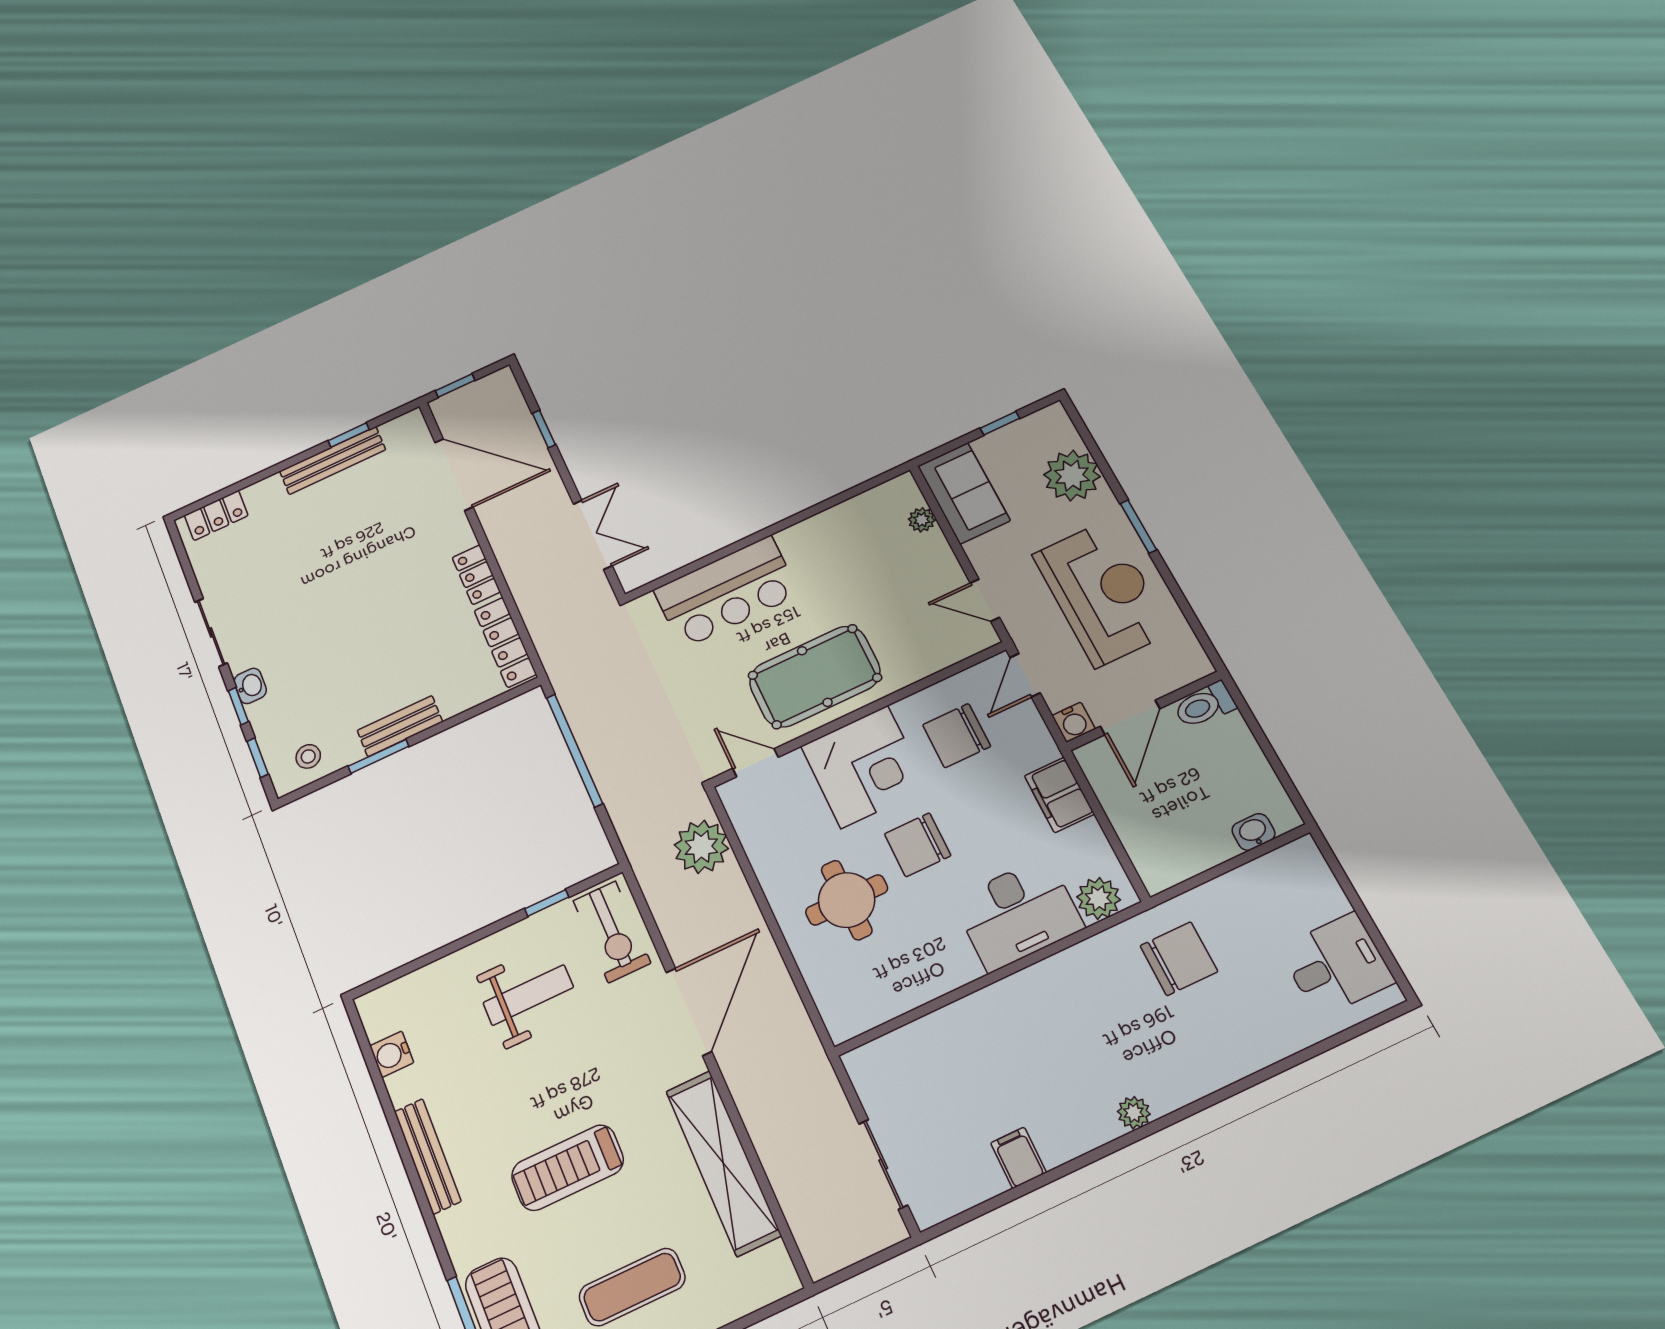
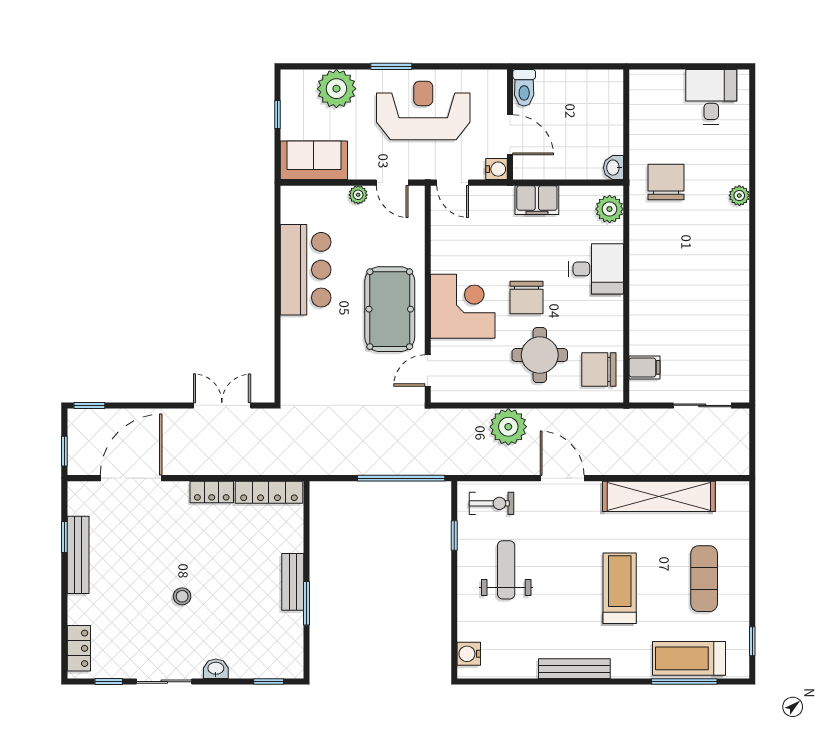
window: (544, 429) -> (89, 405), moved
plant: (922, 520) -> (358, 195), moved
bar counter: (726, 592) -> (306, 270), moved
door: (985, 600) -> (392, 183), hinge flipped
window: (238, 706) -> (109, 682), moved
chair: (957, 736) -> (599, 370), moved, turned 90
window: (574, 750) -> (401, 478), moved
stool: (308, 756) -> (182, 596), moved
washbasin: (1253, 832) -> (614, 168), moved
plant: (701, 847) -> (508, 427), moved
desk: (1018, 914) -> (596, 269), width x0.73
exercise bike: (612, 932) -> (491, 503), width x0.73, depth x0.72
door: (689, 1012) -> (562, 478), width x0.73
water cooler: (392, 1054) -> (469, 654), moved, turned 90
plant: (1134, 1113) -> (739, 196), moved
filing cabinet: (1018, 1158) -> (645, 367), moved, turned 180
treadmill: (568, 1168) -> (620, 588), turned 180

